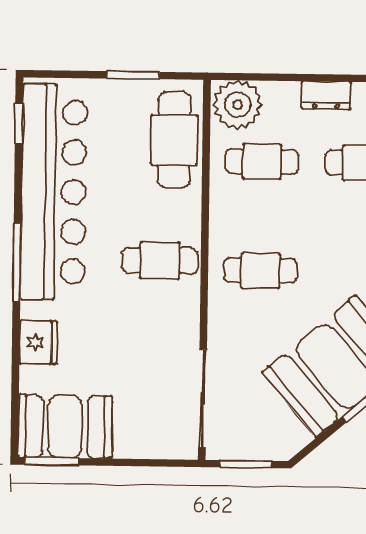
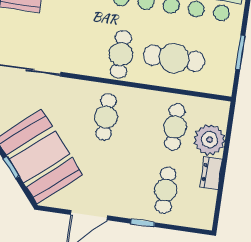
plant: (238, 105) -> (209, 140), moved
cafe table: (174, 140) -> (174, 58), moved

